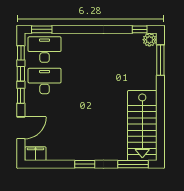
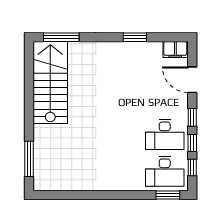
window: (140, 29) -> (53, 195), removed
plant: (149, 40) -> (42, 183), removed
door: (21, 128) -> (192, 80), hinge flipped
window: (85, 164) -> (135, 37), moved

